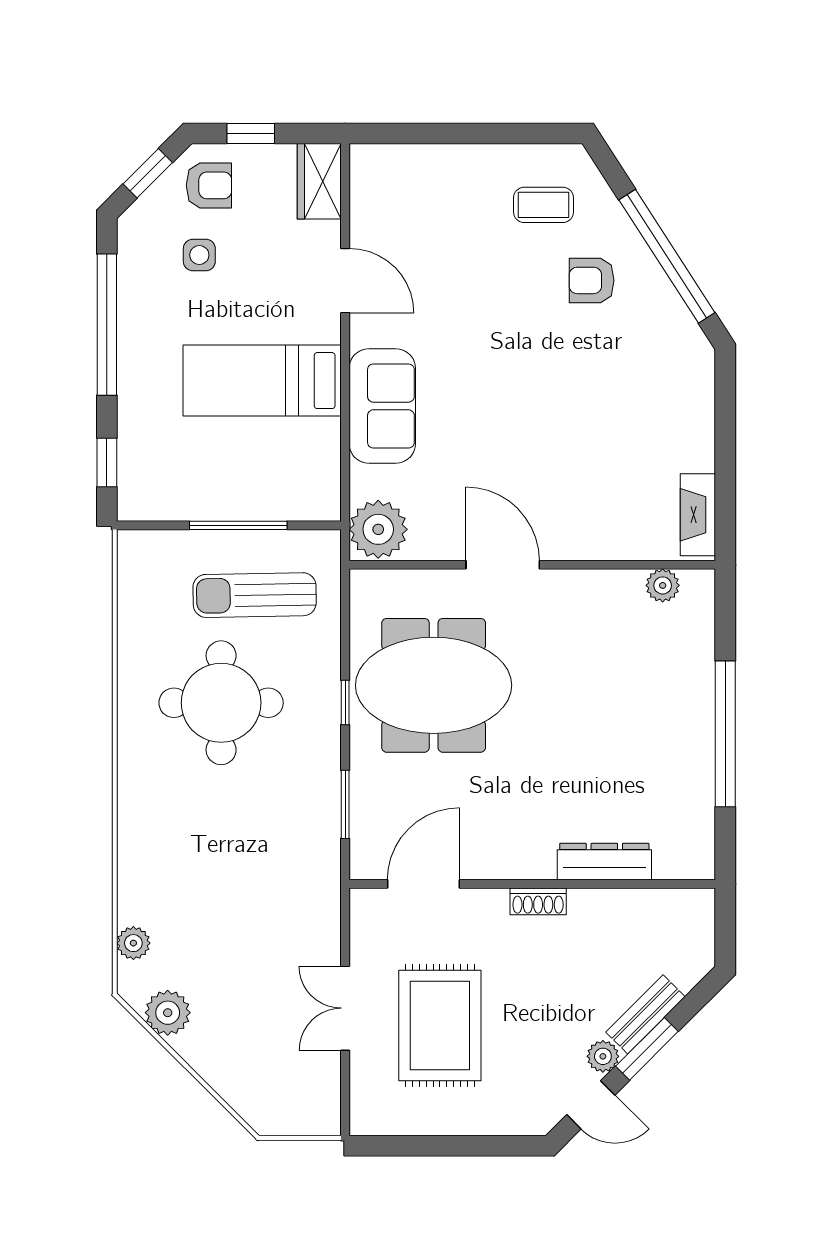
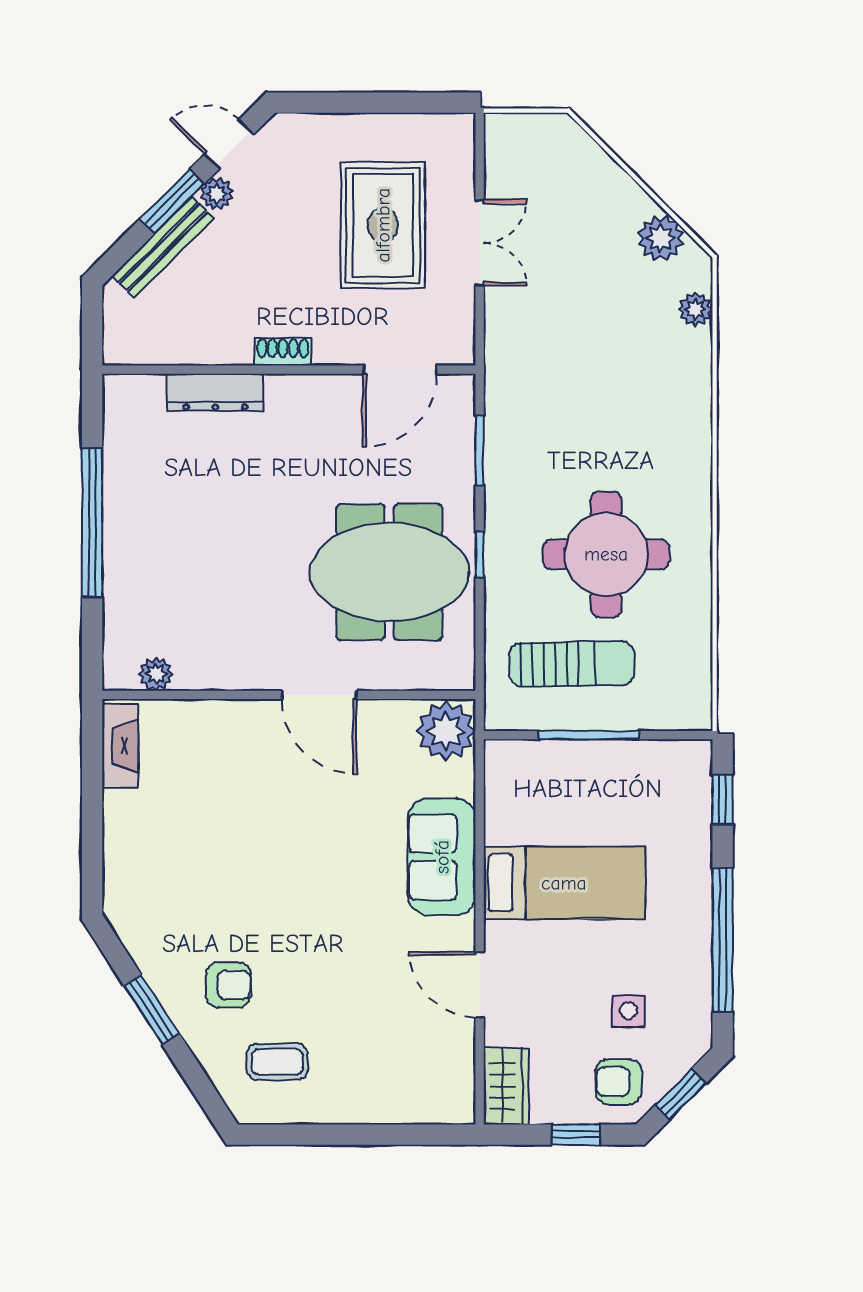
window: (667, 256) -> (152, 1009), width x0.47
bench: (645, 1014) -> (163, 247), width x1.36

